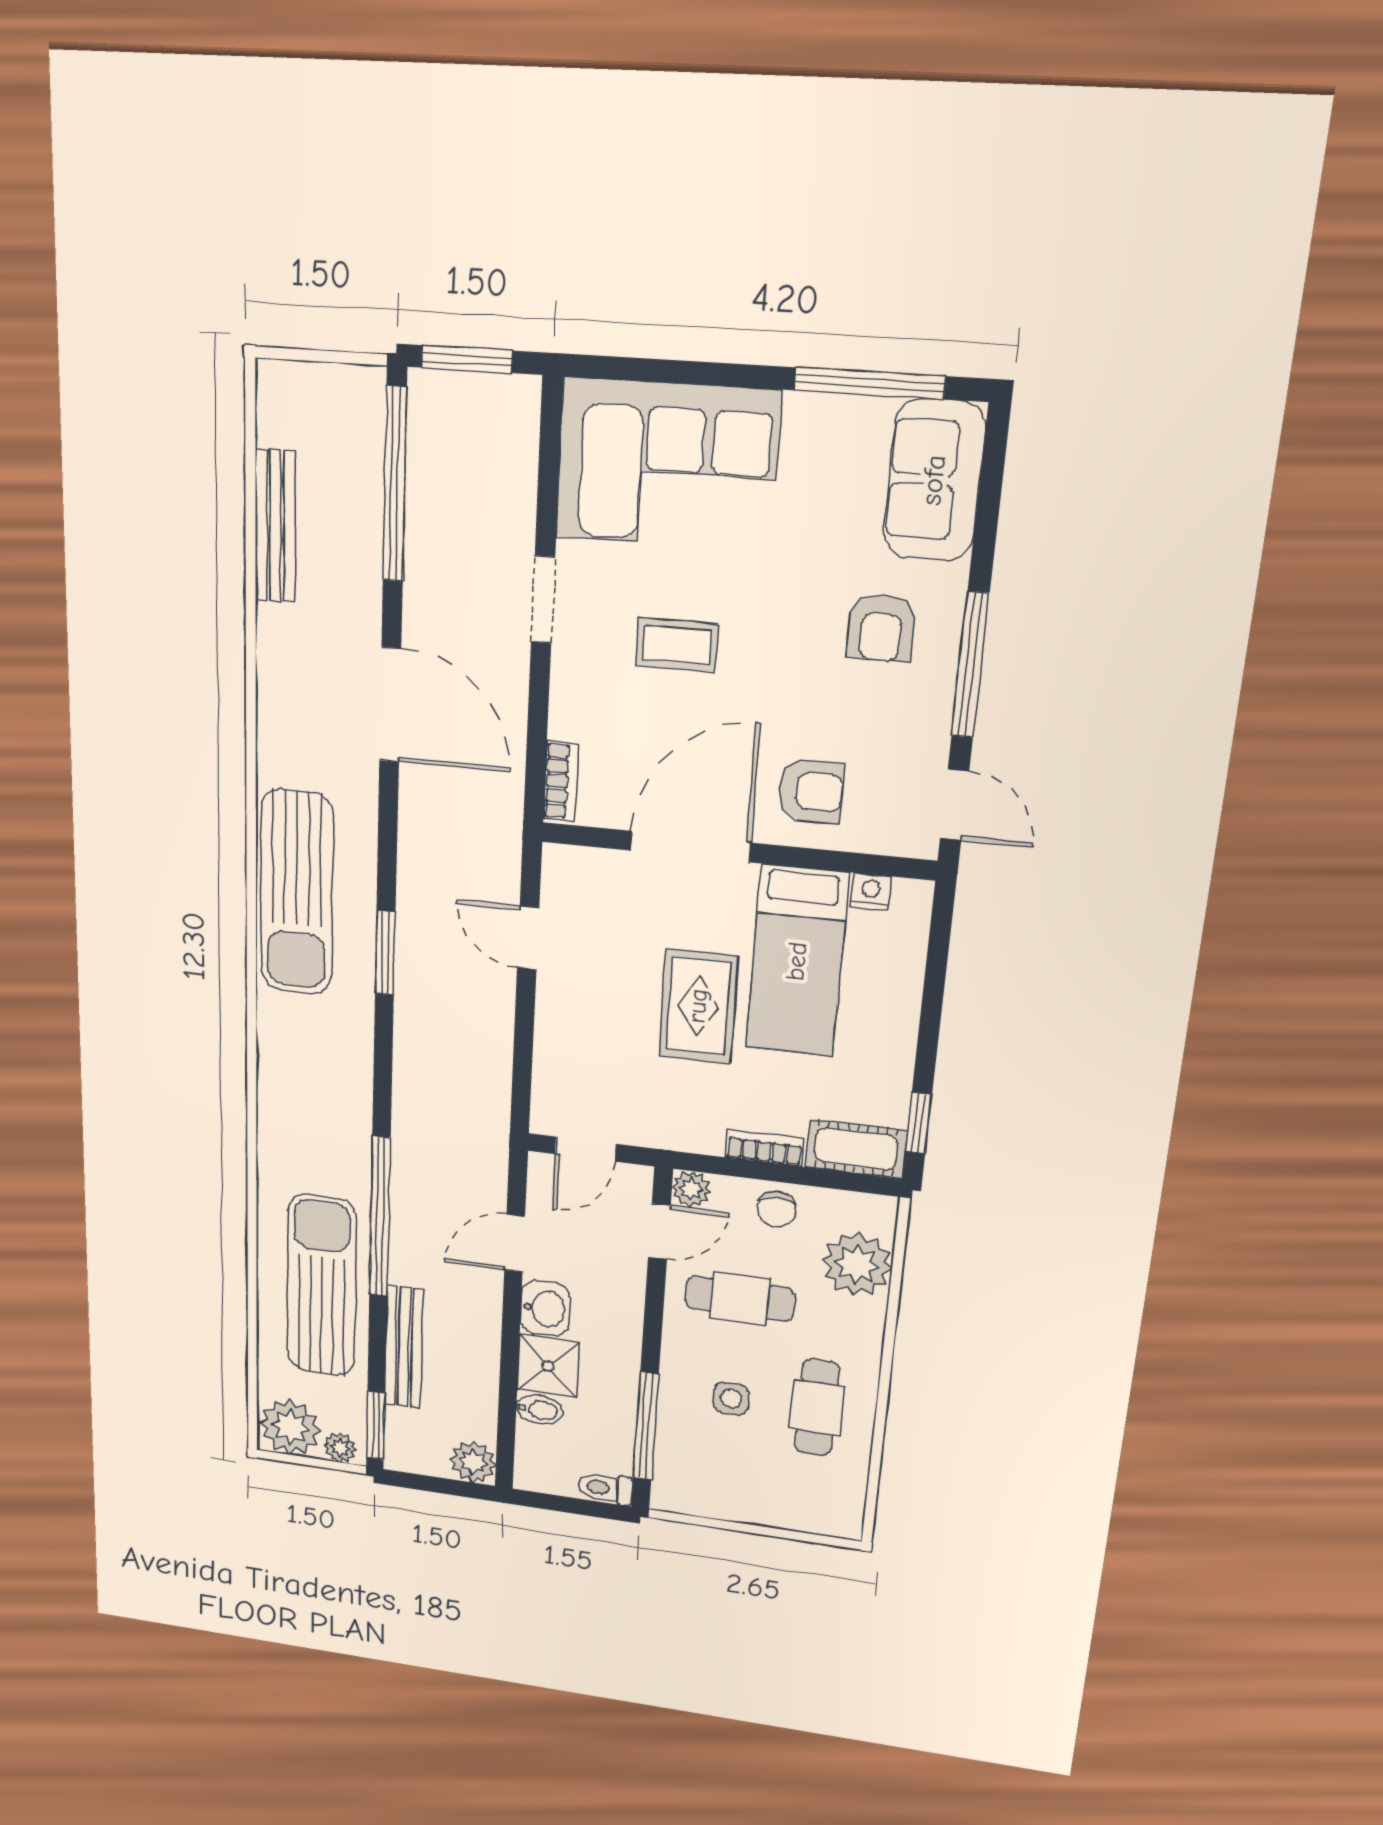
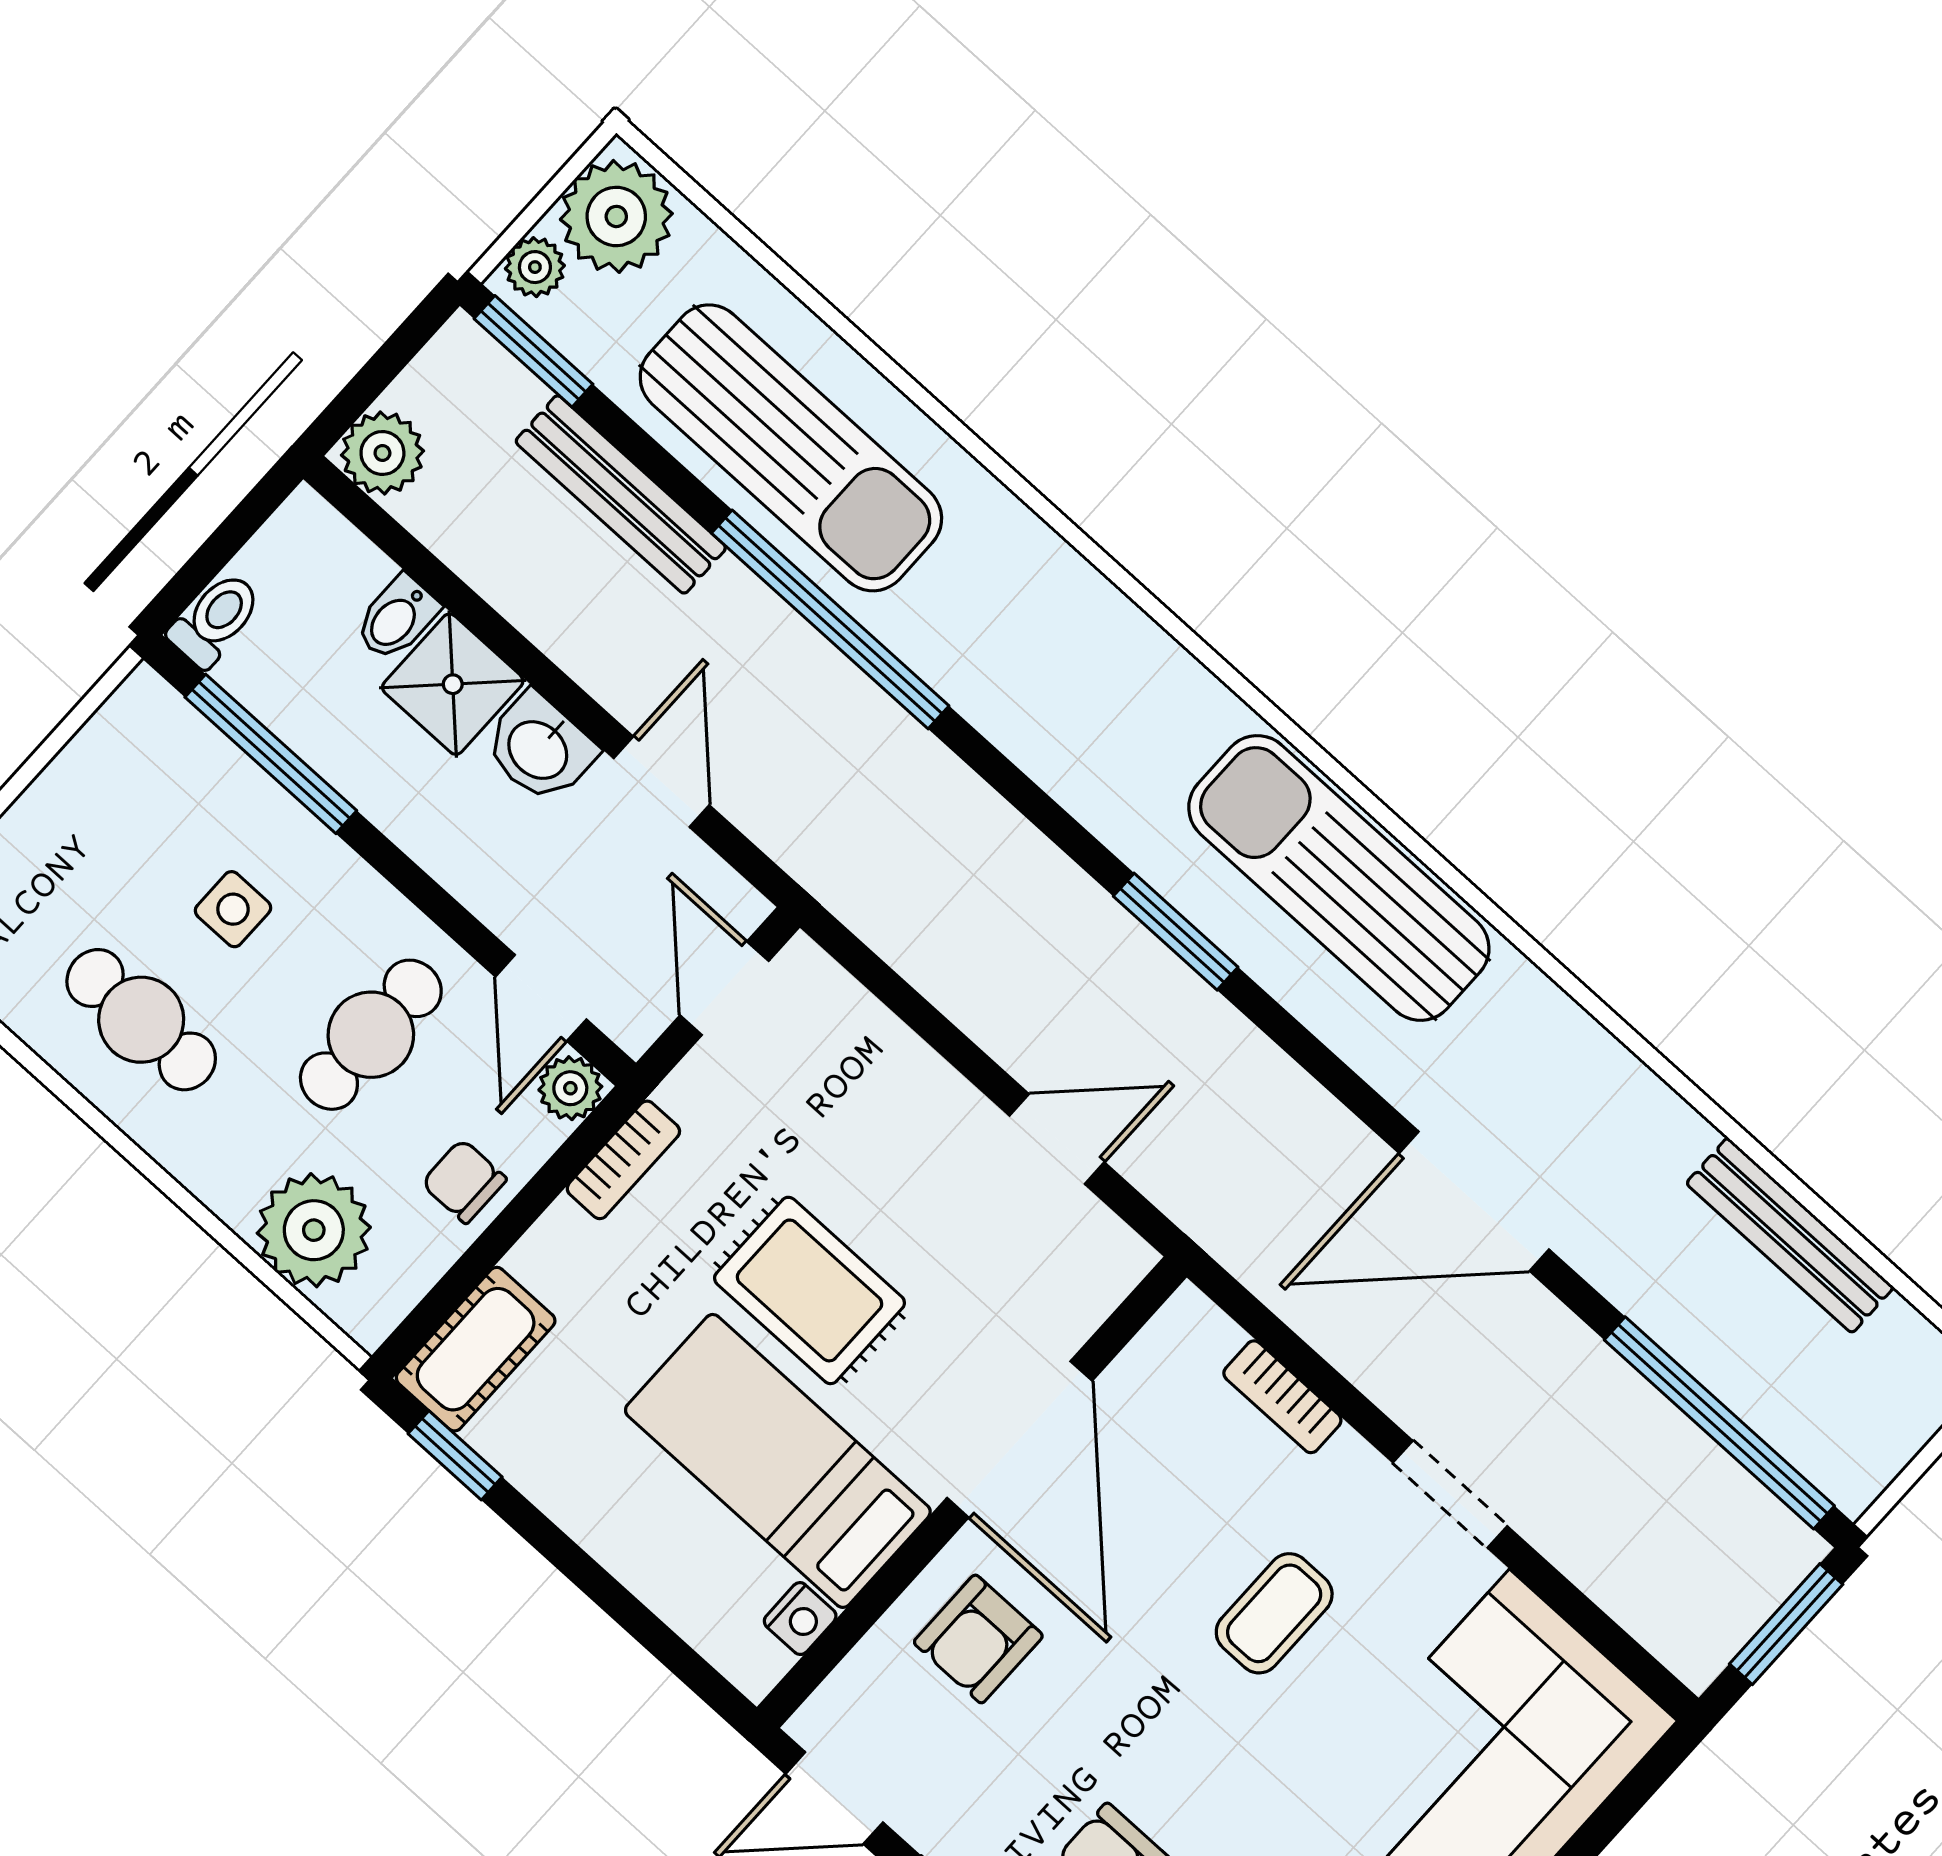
bookcase: (561, 781) -> (1282, 1397), moved
bookcase: (764, 1148) -> (623, 1160), moved

